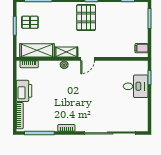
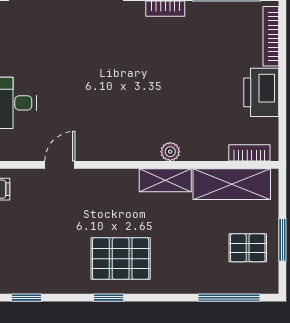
pallet: (86, 18) -> (121, 259), turned 90
door: (88, 59) -> (60, 165), moved

